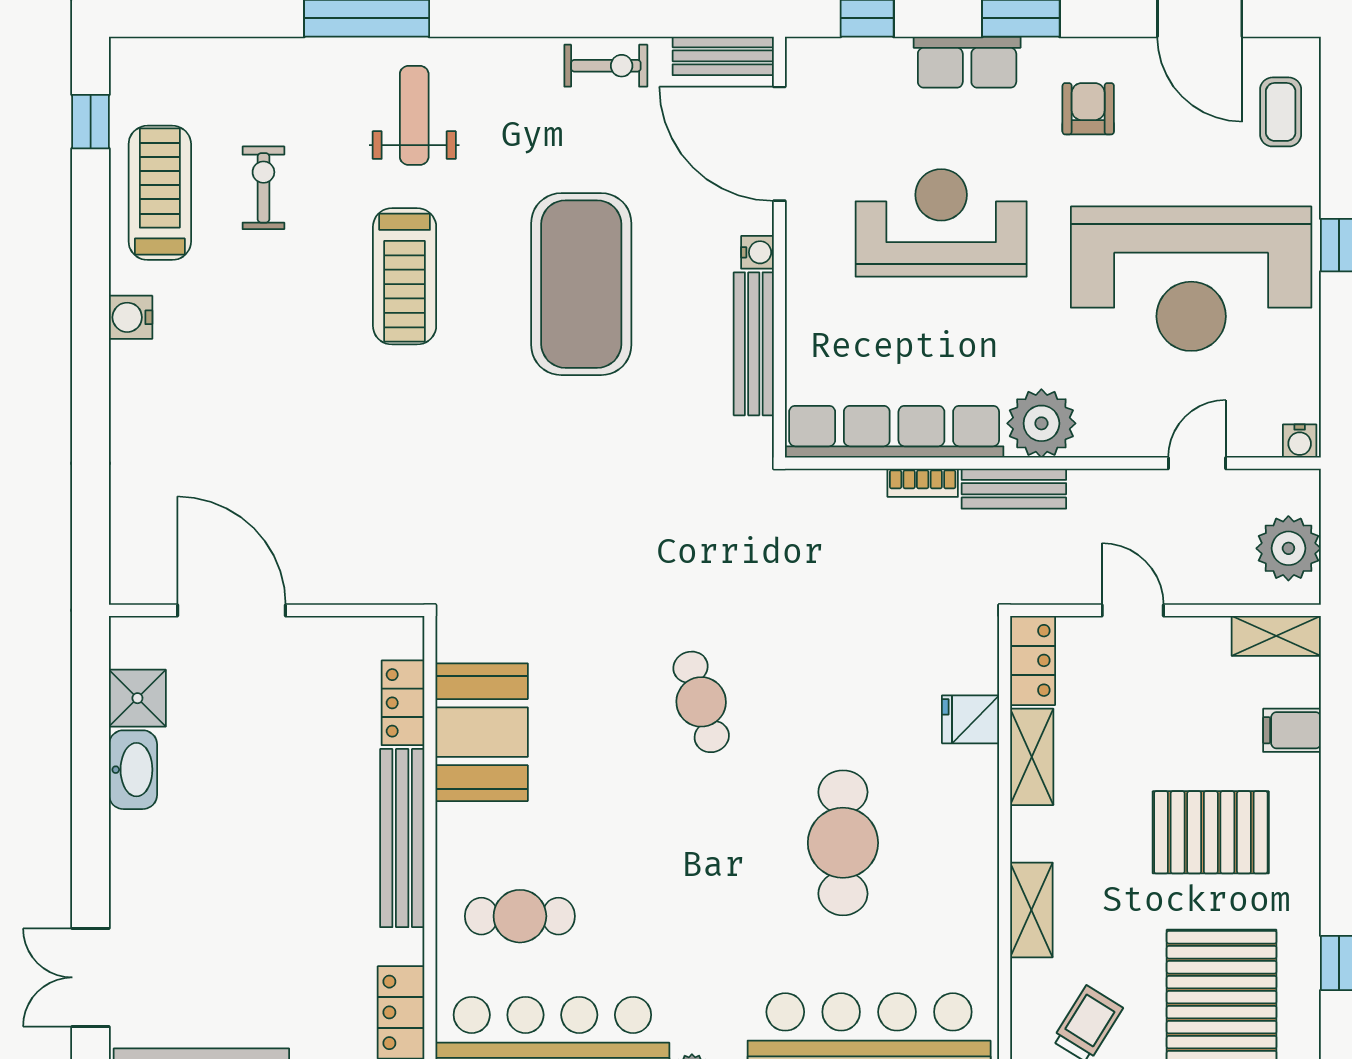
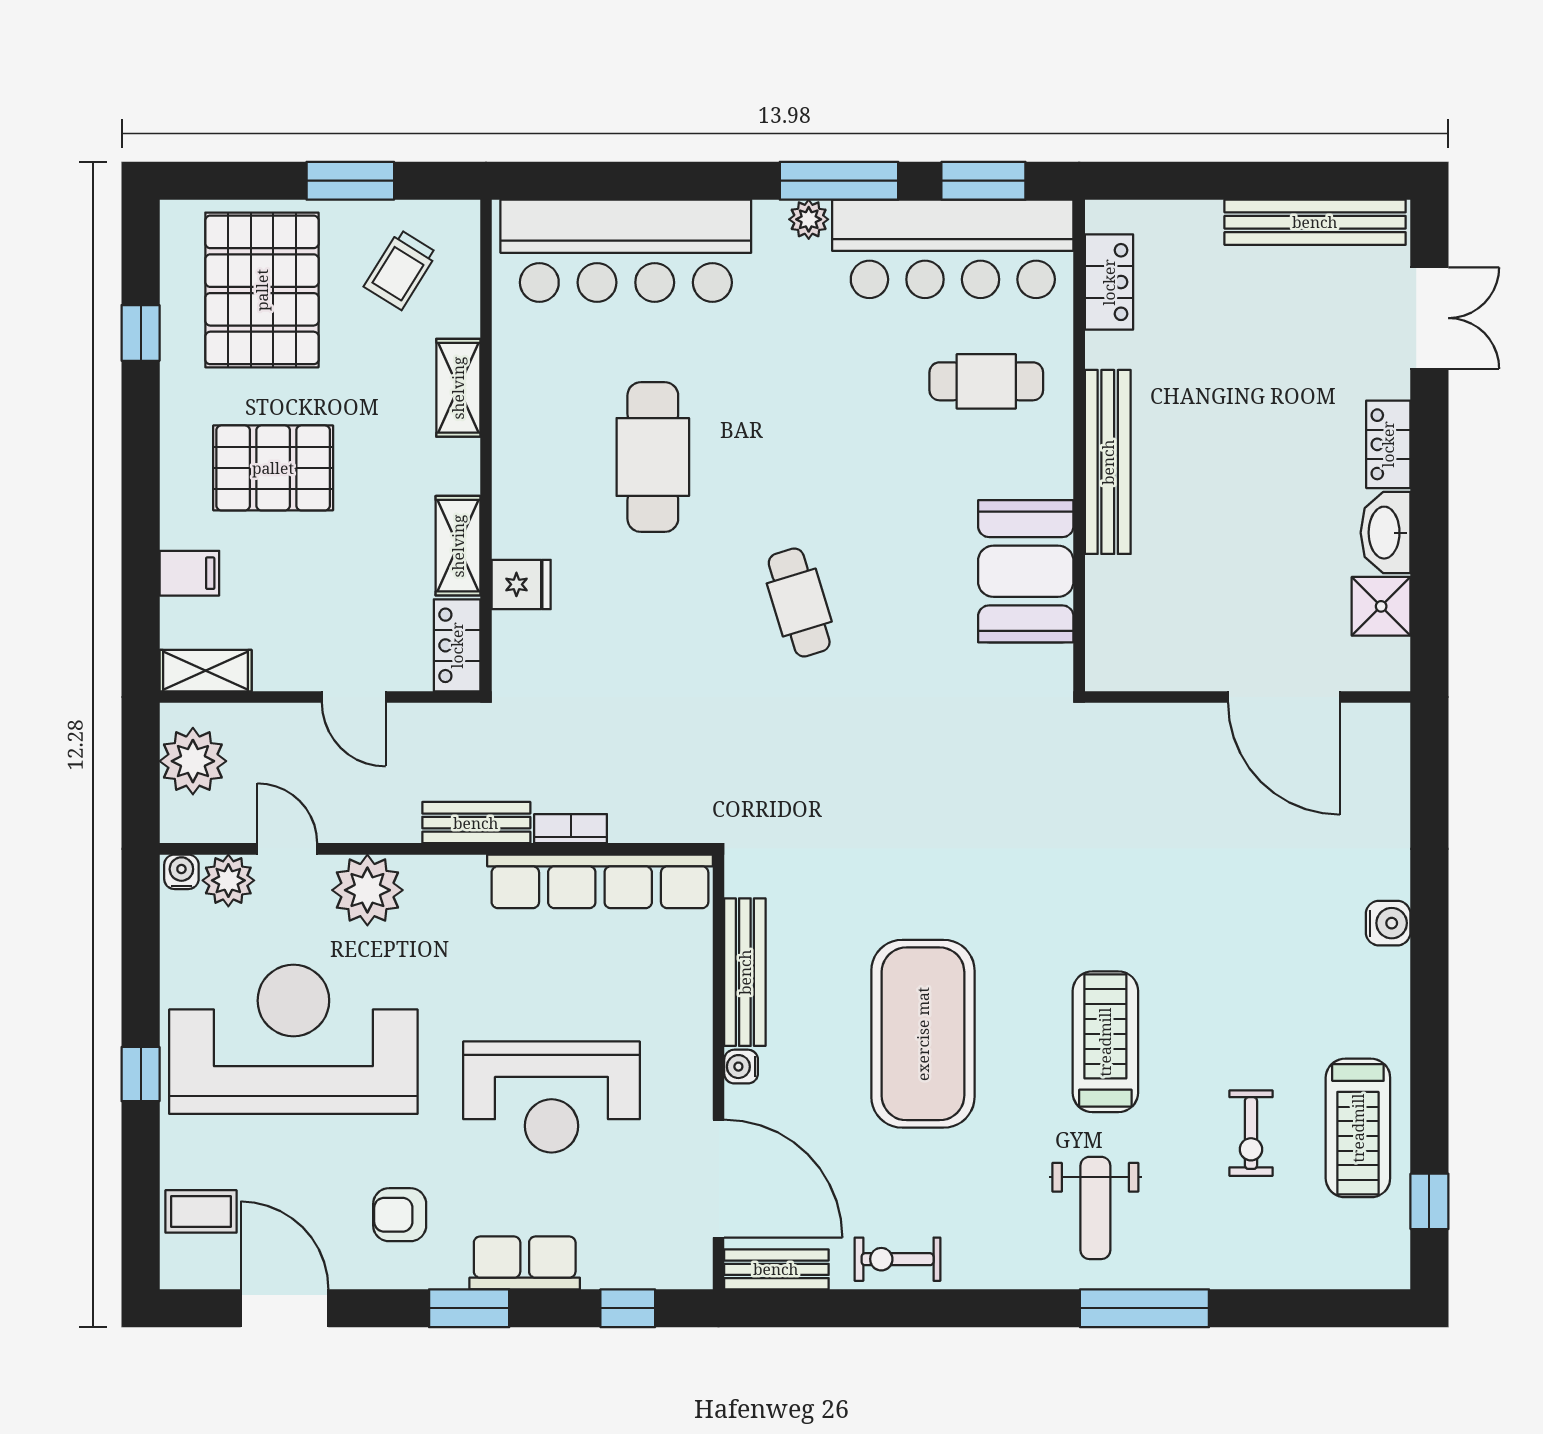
armchair: (1088, 109) -> (400, 1215), turned 90
coffee table: (1281, 112) -> (201, 1211), turned 90
water cooler: (131, 317) -> (1388, 923), moved
plant: (1041, 423) -> (367, 890), moved
plant: (1254, 433) -> (228, 880), added
door: (1197, 463) -> (287, 849), swing flipped
locker: (403, 703) -> (1388, 444), moved, turned 180

